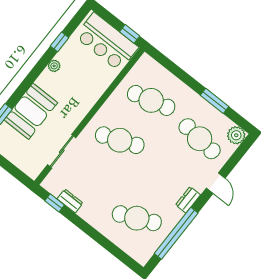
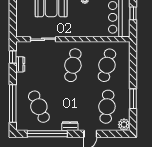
window: (130, 34) -> (133, 13), moved
cafe table: (151, 100) -> (107, 65), turned 30
cafe table: (120, 140) -> (73, 65), turned 33
window: (109, 246) -> (13, 104), added

